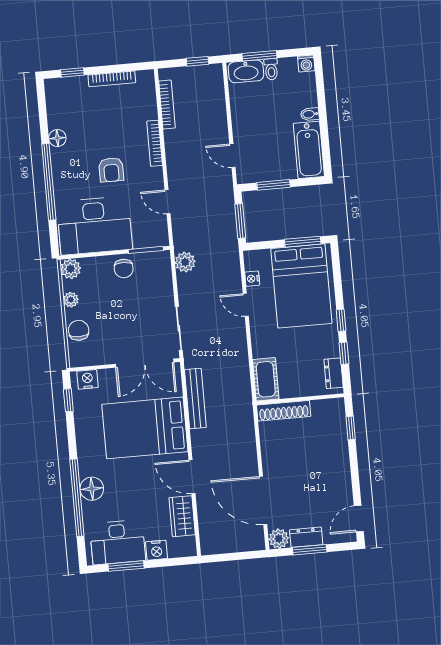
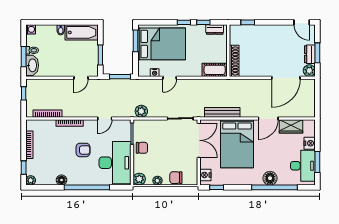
plant: (52, 86) -> (31, 180), added

